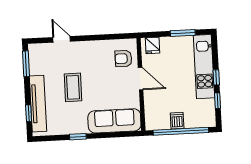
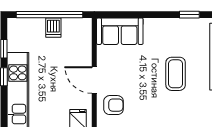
sofa: (114, 121) -> (120, 31), width x0.73
window: (78, 137) -> (189, 15), moved

